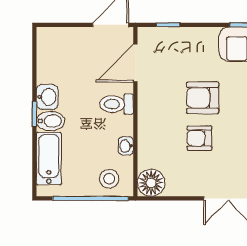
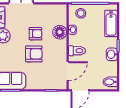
bidet: (51, 121) -> (110, 82), moved
floor lamp: (151, 183) -> (60, 32), moved

